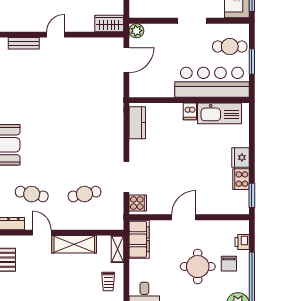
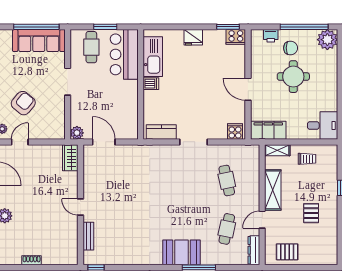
bar counter: (212, 82) -> (124, 54), width x0.73
doorway: (126, 177) -> (194, 142), moved
cooker: (241, 179) -> (236, 37), moved
pallet: (49, 286) -> (311, 213), added

